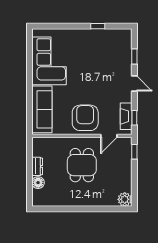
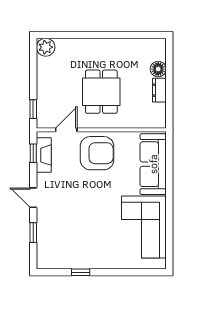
armchair: (85, 118) -> (97, 153), turned -90

